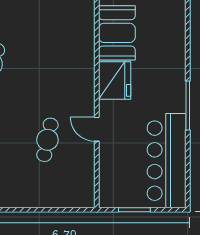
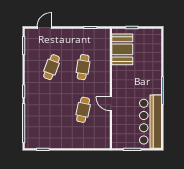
cafe table: (47, 64) -> (83, 67), added
fridge: (115, 81) -> (121, 76), removed

